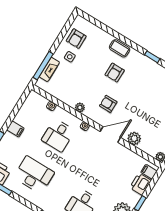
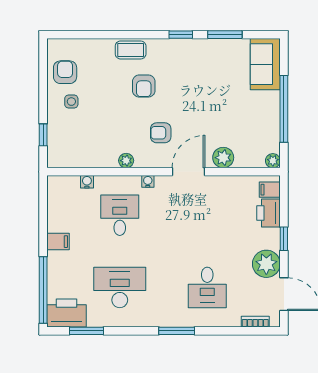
armchair: (76, 39) -> (65, 72), turned 180
window: (43, 66) -> (43, 135), width x0.46
fireplace: (49, 69) -> (55, 135), removed
desk: (58, 135) -> (120, 215), turned 180

